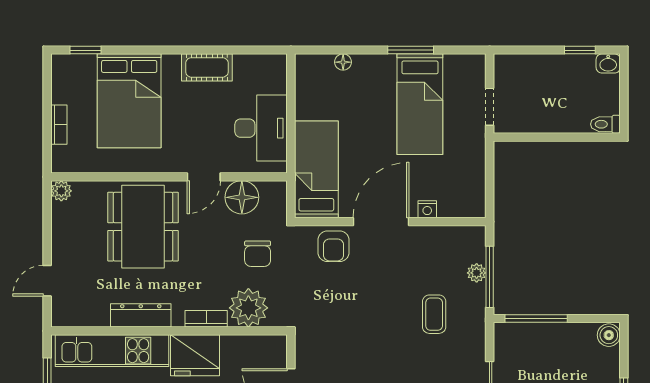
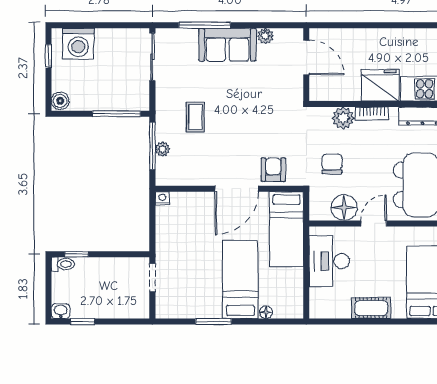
bed: (420, 104) -> (240, 280), moved
window: (588, 137) -> (76, 254), added
nightstand: (427, 209) -> (162, 198), moved
plant: (248, 308) -> (343, 118), width x0.73, depth x0.73

